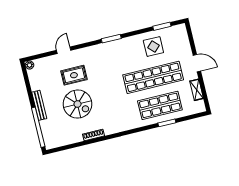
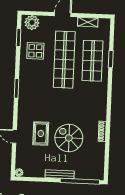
plant: (180, 35) -> (32, 23), added
spiral stairs: (78, 104) -> (69, 138), turned -90

